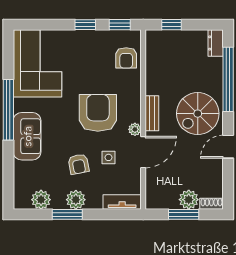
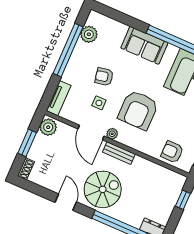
armchair: (98, 113) -> (138, 110), turned 90
spiral stairs: (198, 114) -> (103, 189), turned 90
plant: (76, 200) -> (77, 62), removed
plant: (189, 200) -> (48, 127), moved
window: (67, 214) -> (68, 50), width x2.11

